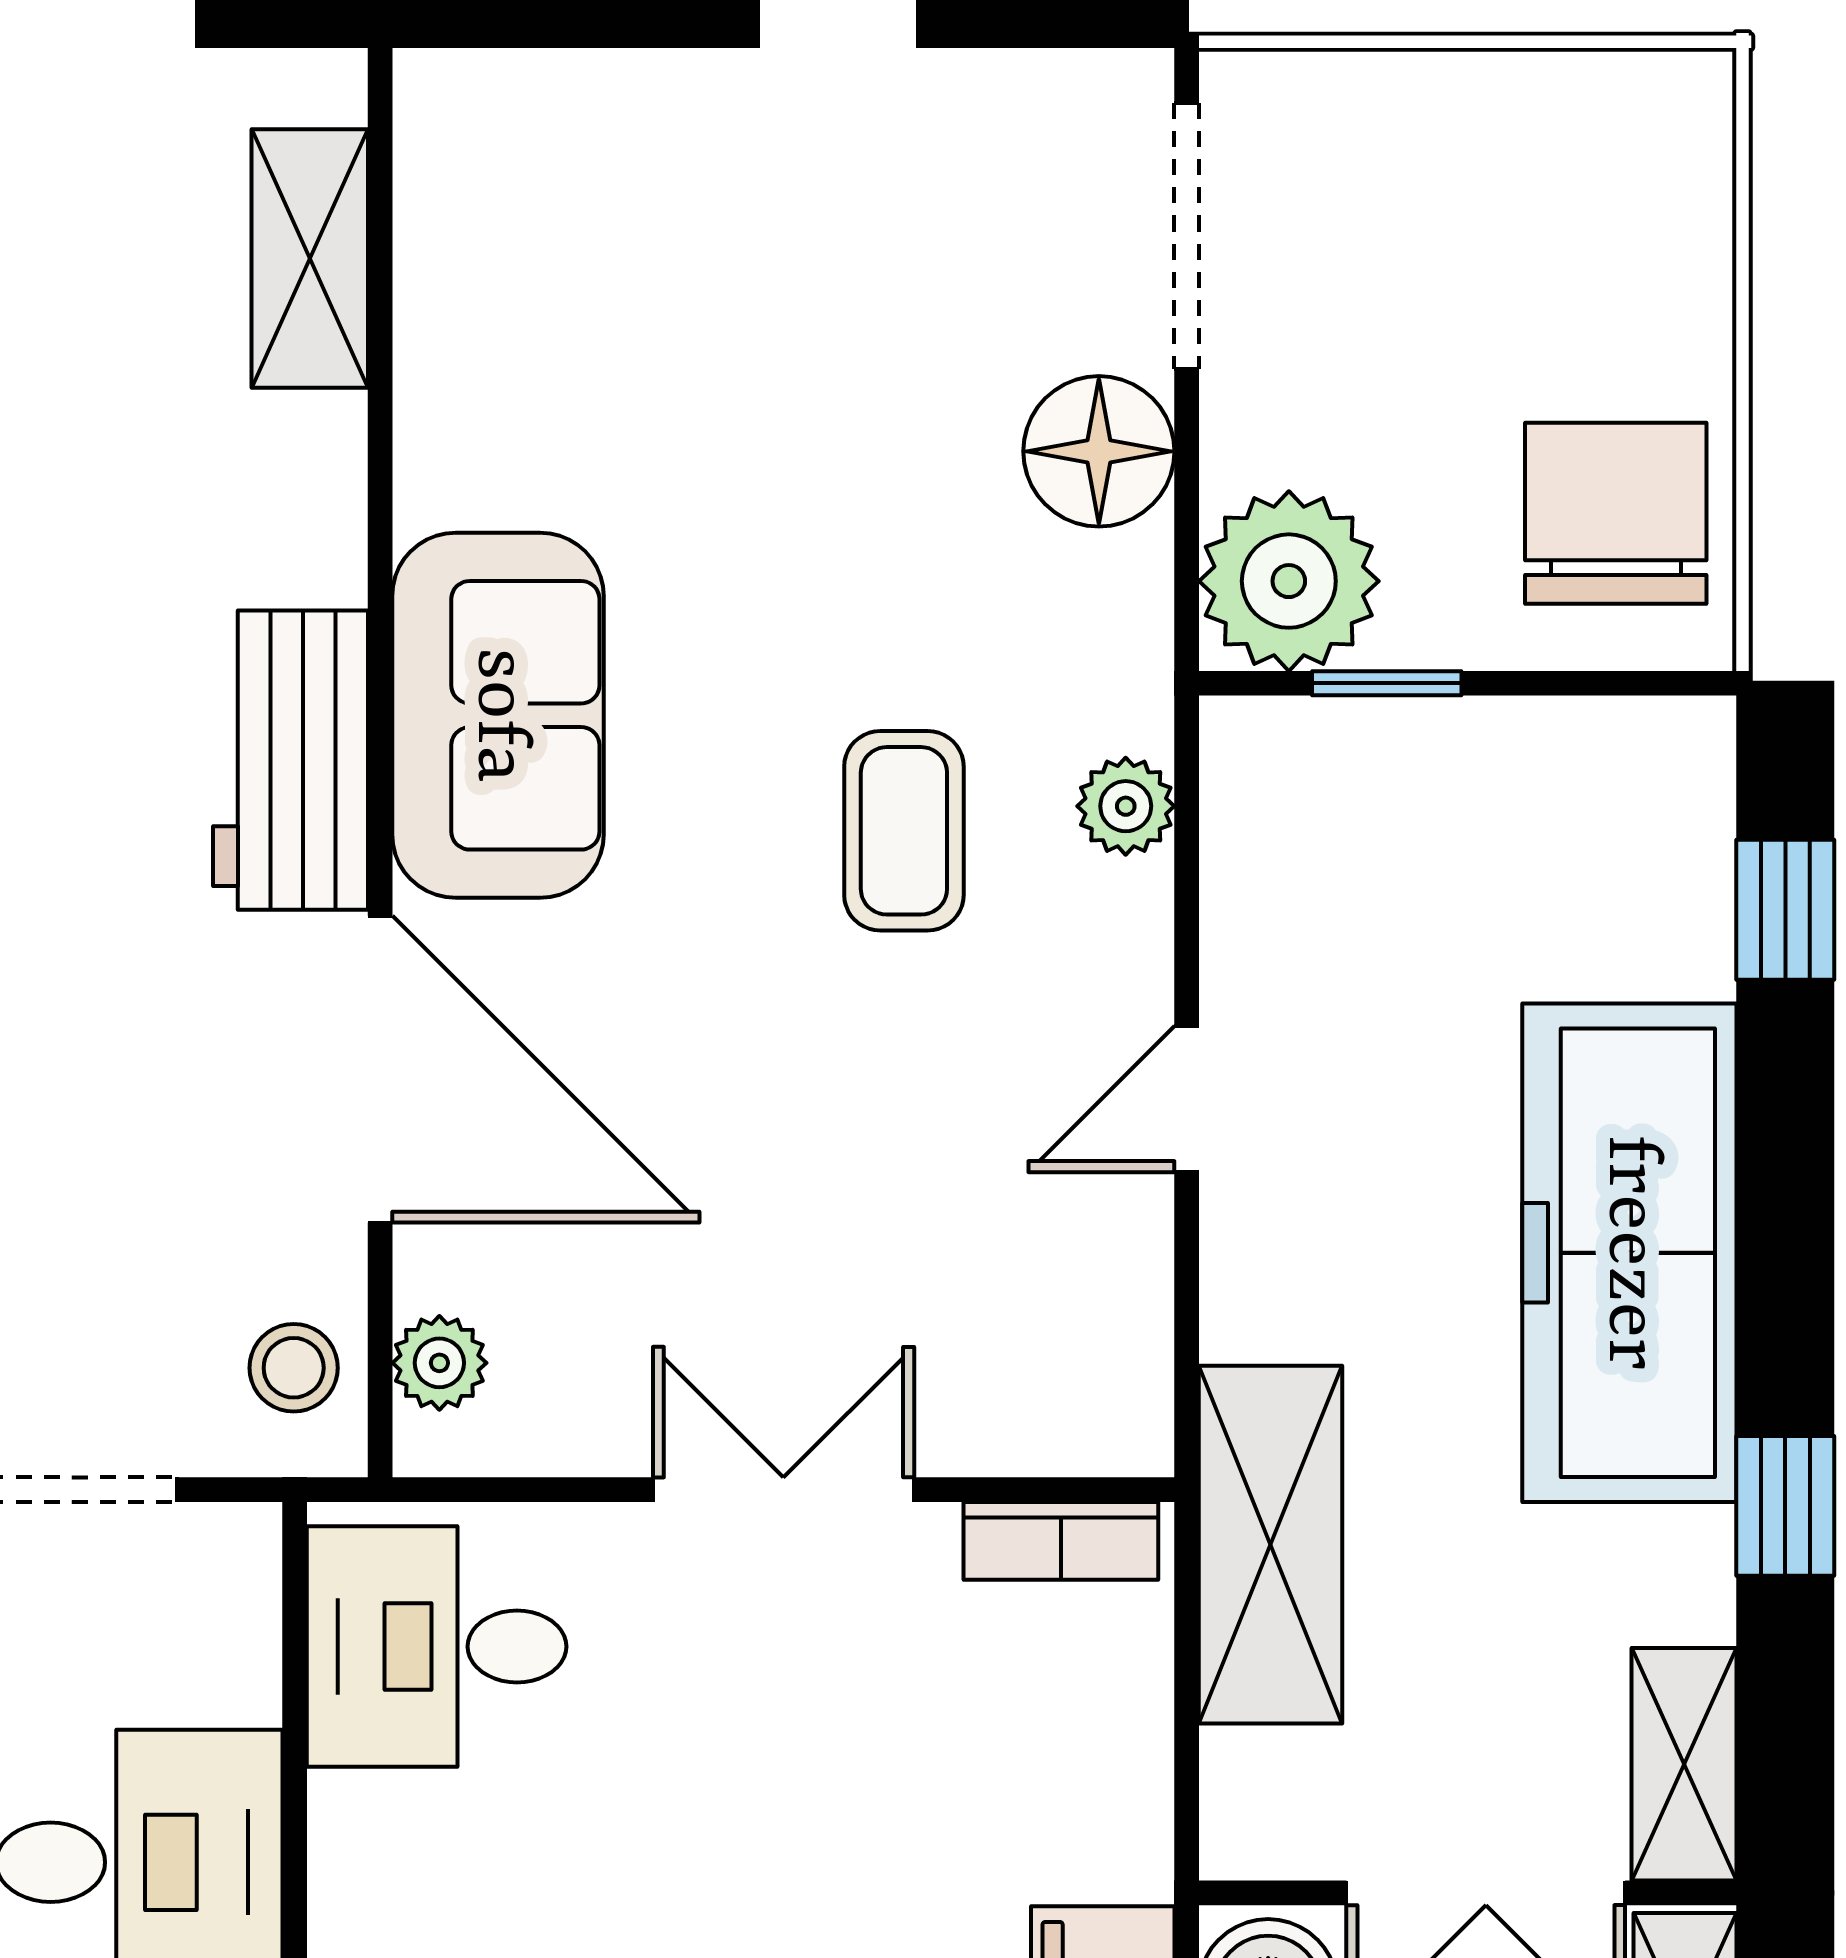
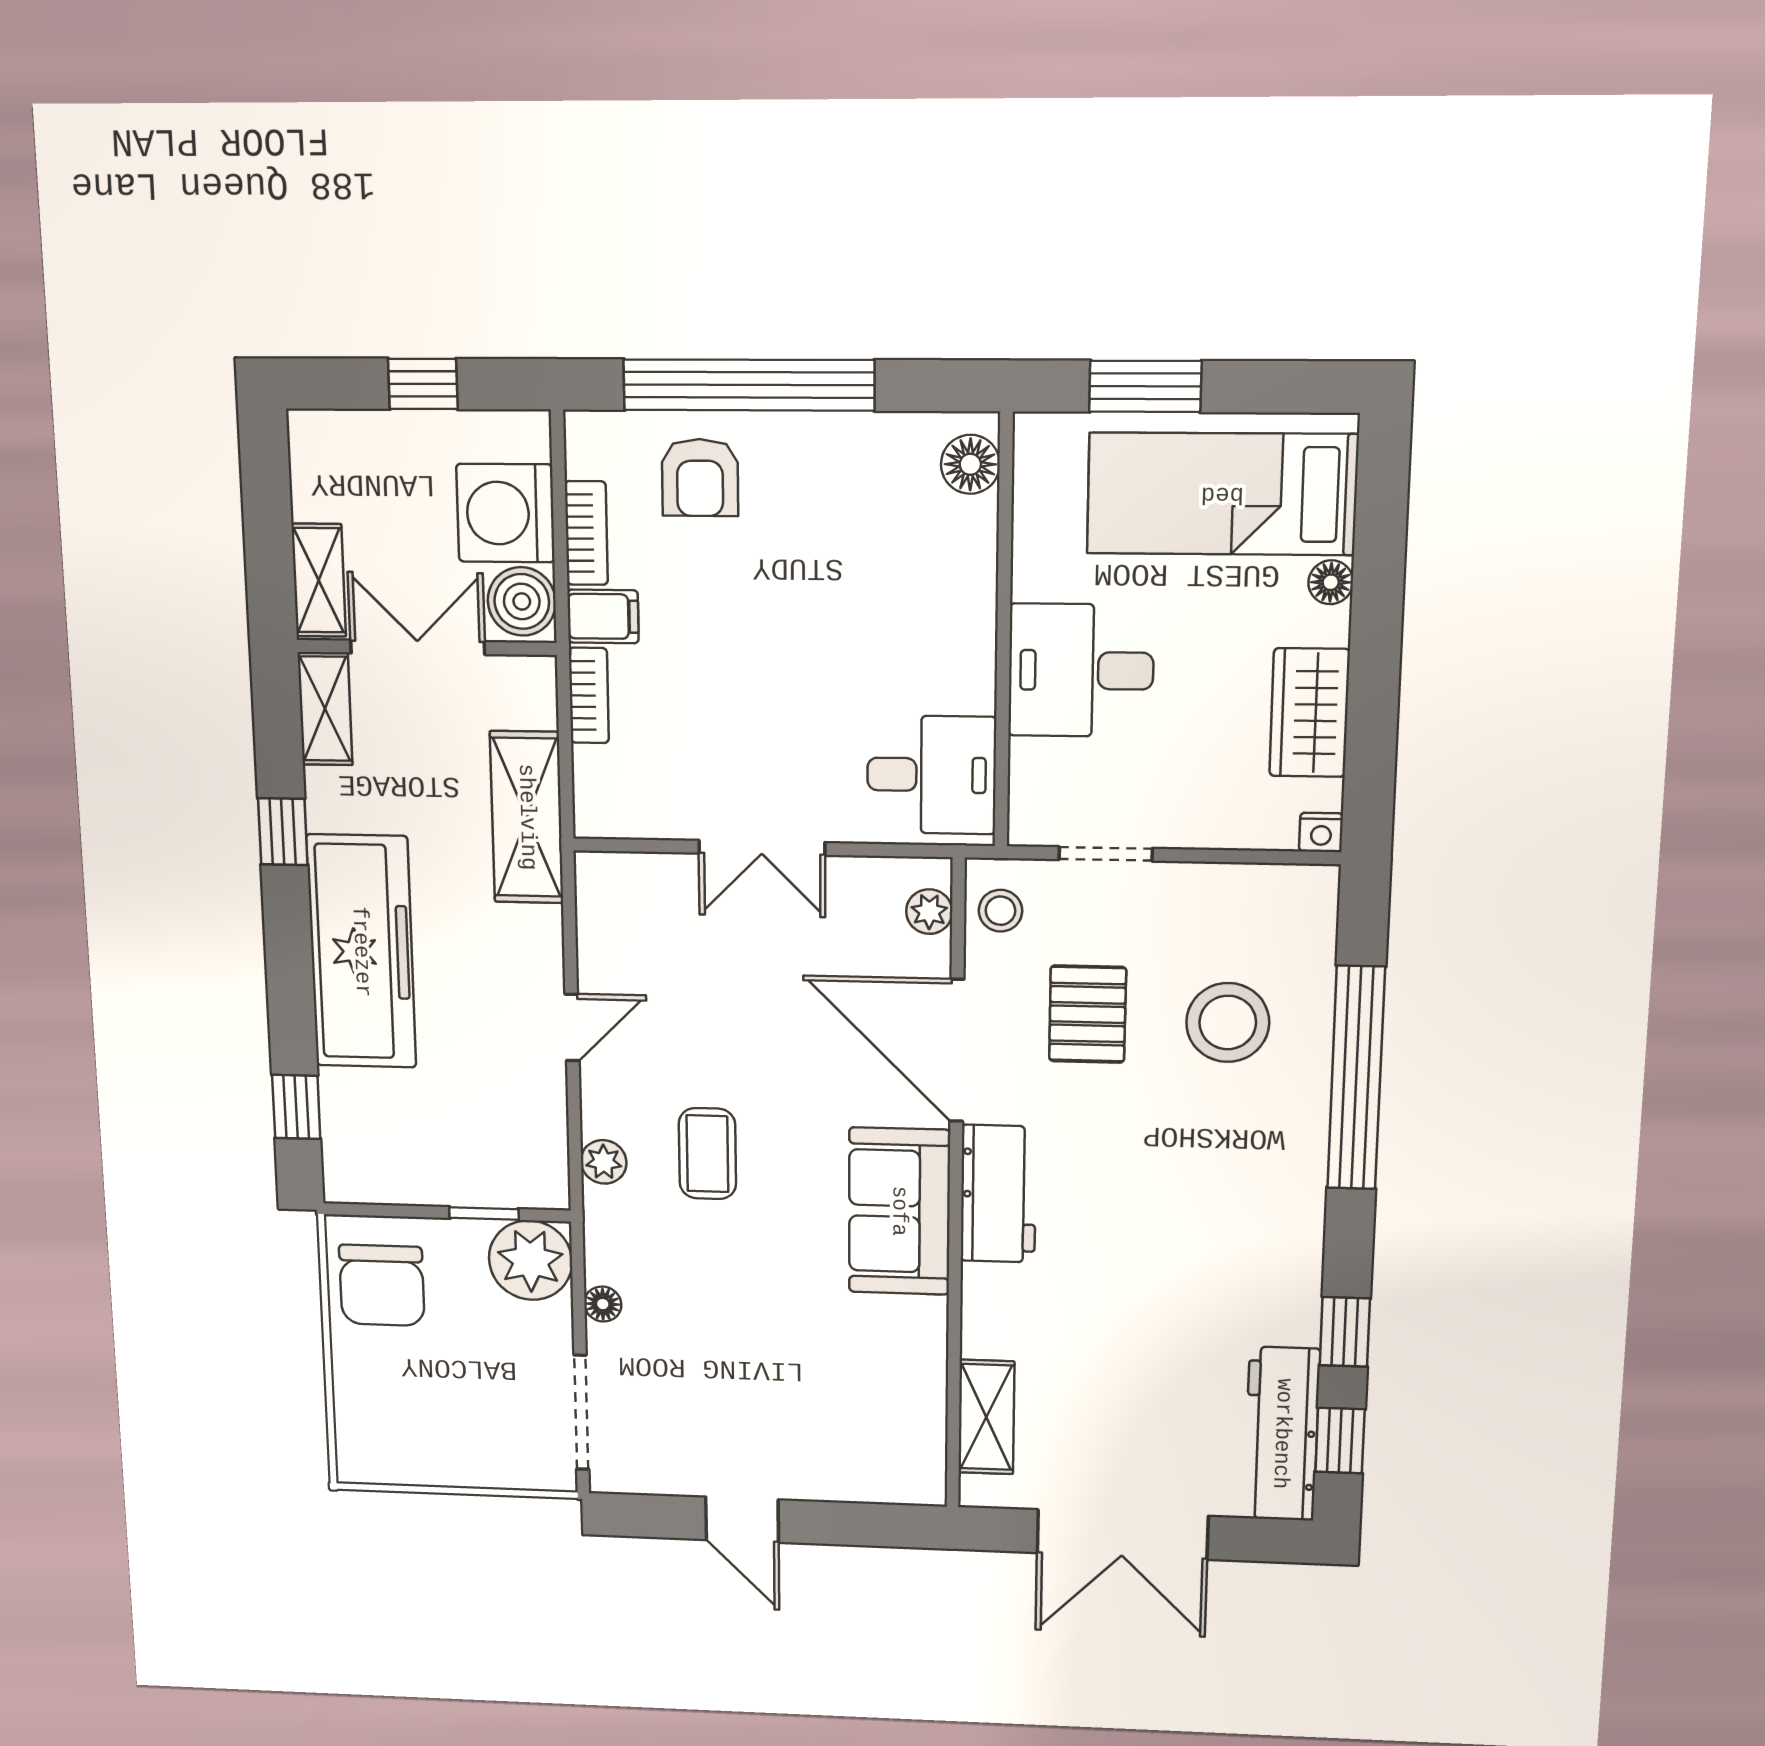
floor lamp: (1099, 451) -> (603, 1304), width x0.53, depth x0.53
pallet: (112, 1153) -> (1088, 1014), added
bookcase: (1061, 1541) -> (589, 695), moved, turned 90

